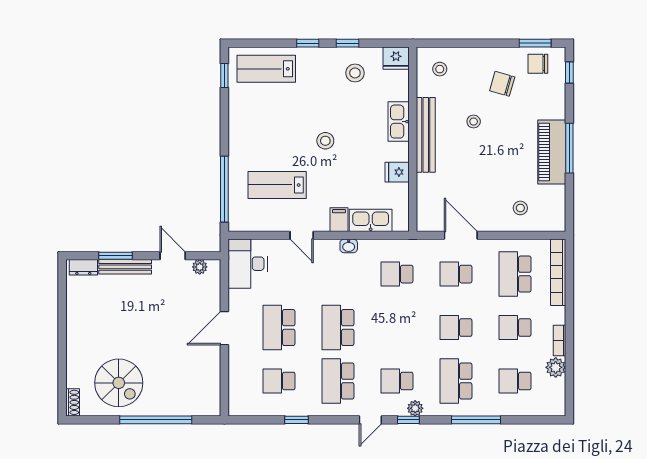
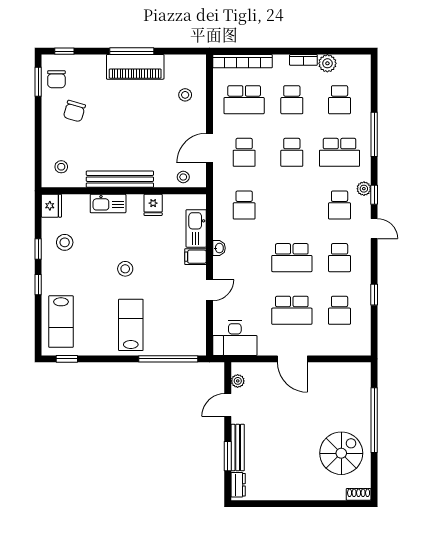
stool: (474, 122) -> (183, 177), moved
lab bench: (277, 185) -> (131, 325), moved, turned 180
school desk: (338, 381) -> (340, 258), width x0.54

